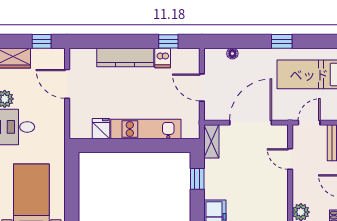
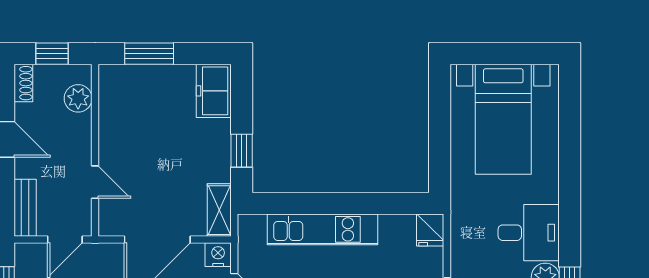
nightstand: (212, 113) -> (218, 255), added
fridge: (101, 129) -> (430, 230), moved

